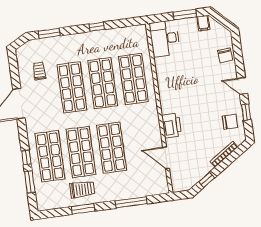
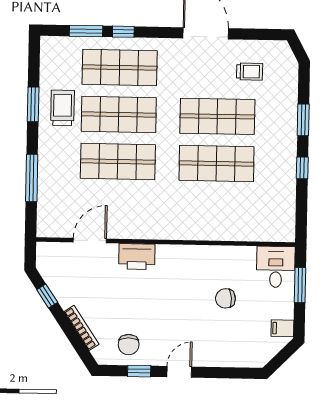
window: (185, 15) -> (300, 285), moved
window: (49, 33) -> (303, 120), moved
desk: (165, 38) -> (276, 267), width x0.73
chair: (225, 55) -> (225, 298), moved
shop shelf: (133, 79) -> (216, 210), removed
trolley: (82, 189) -> (62, 108), turned 180

